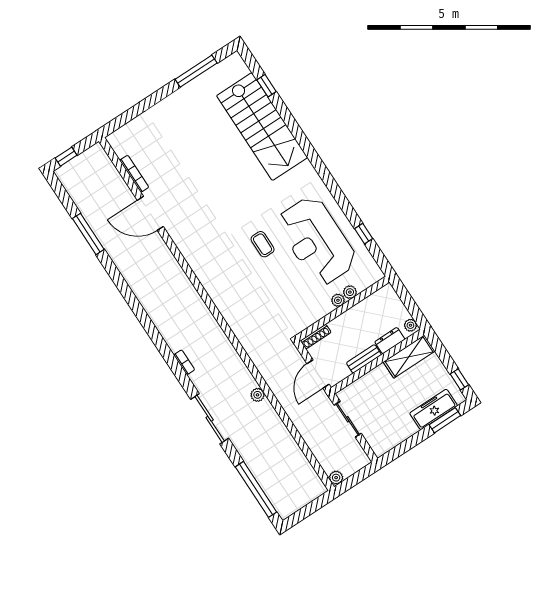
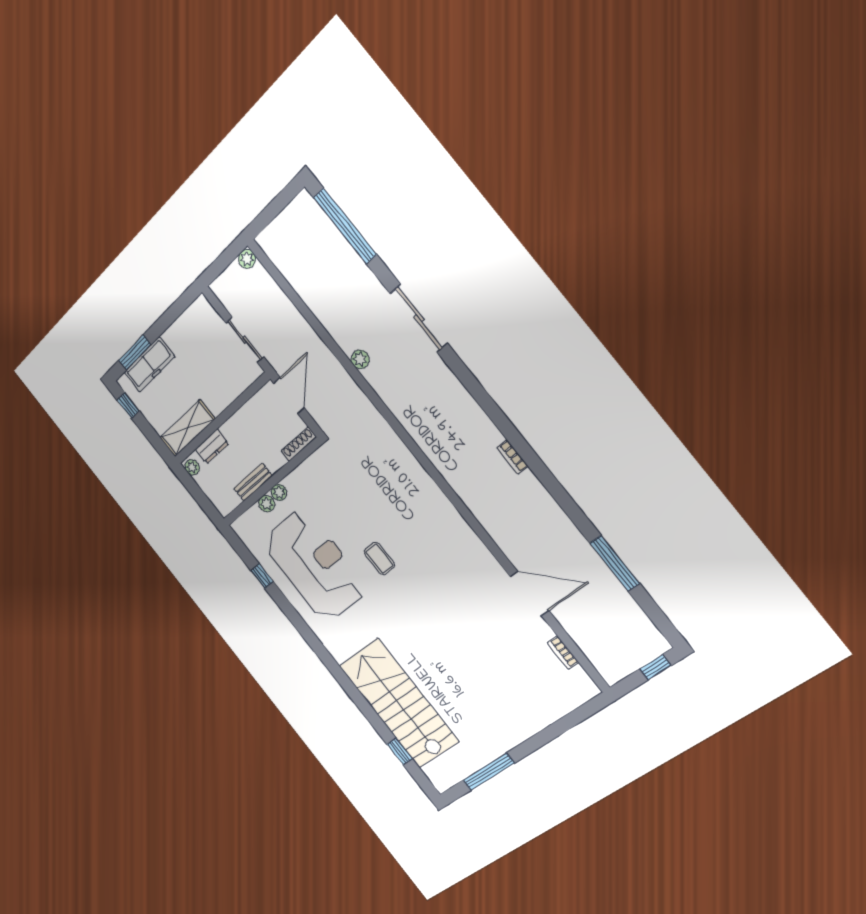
bookcase: (134, 174) -> (563, 653), width x0.64
bench: (364, 359) -> (253, 482), moved
bookcase: (184, 362) -> (512, 457), moved

